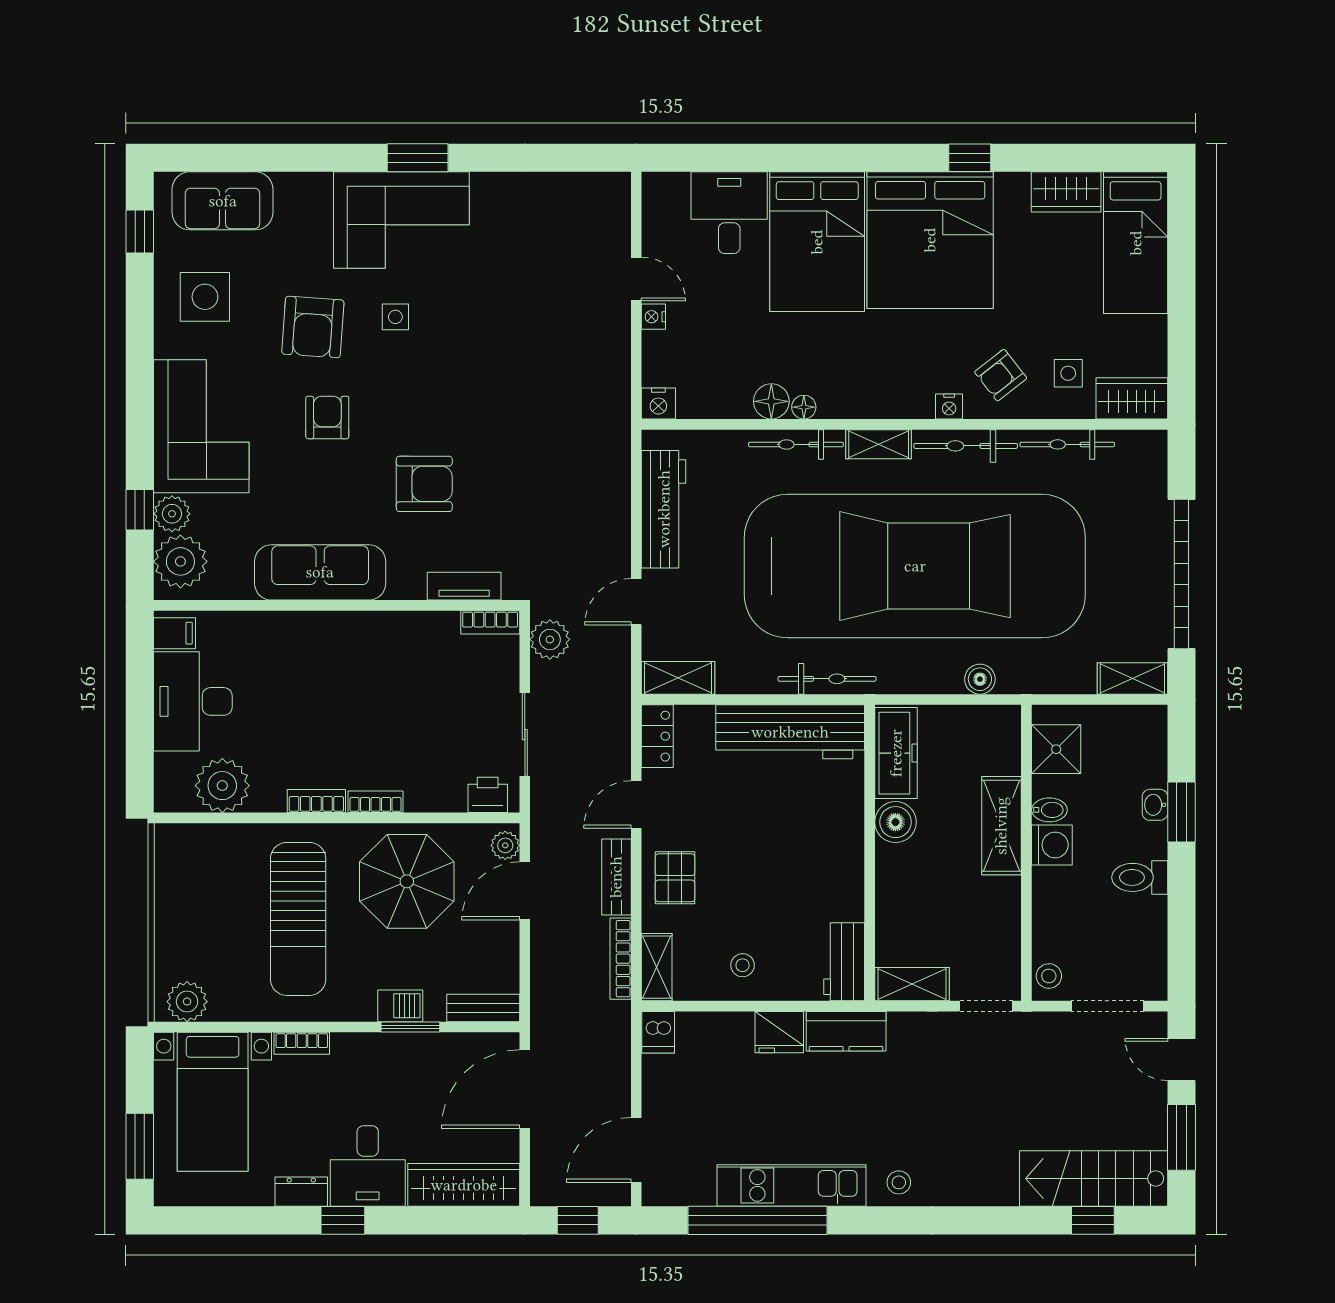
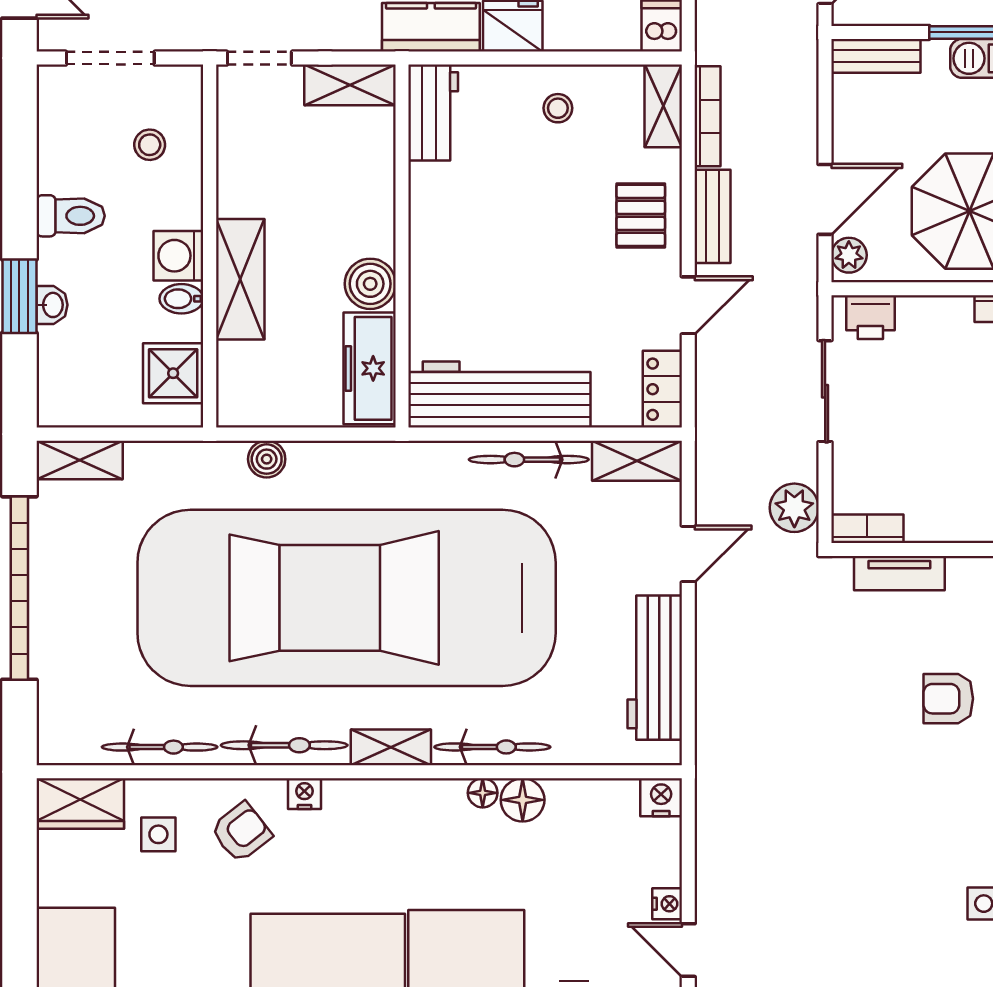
armchair: (424, 484) -> (948, 699), width x0.72, depth x0.72
bicycle: (827, 679) -> (529, 460), moved
stool: (1049, 976) -> (150, 145), moved

